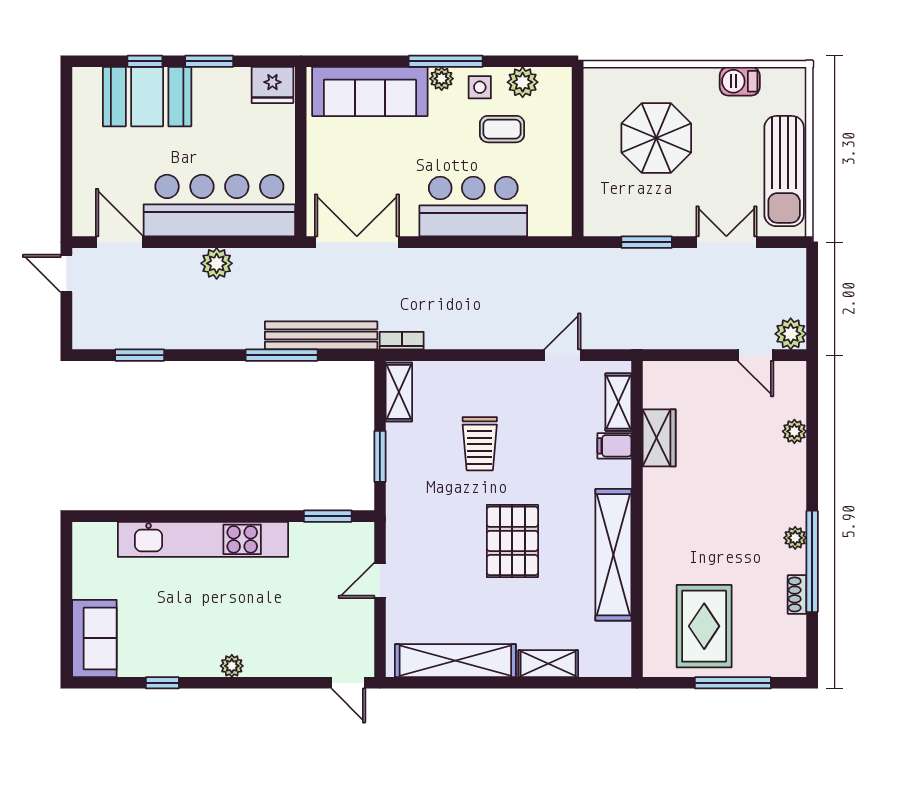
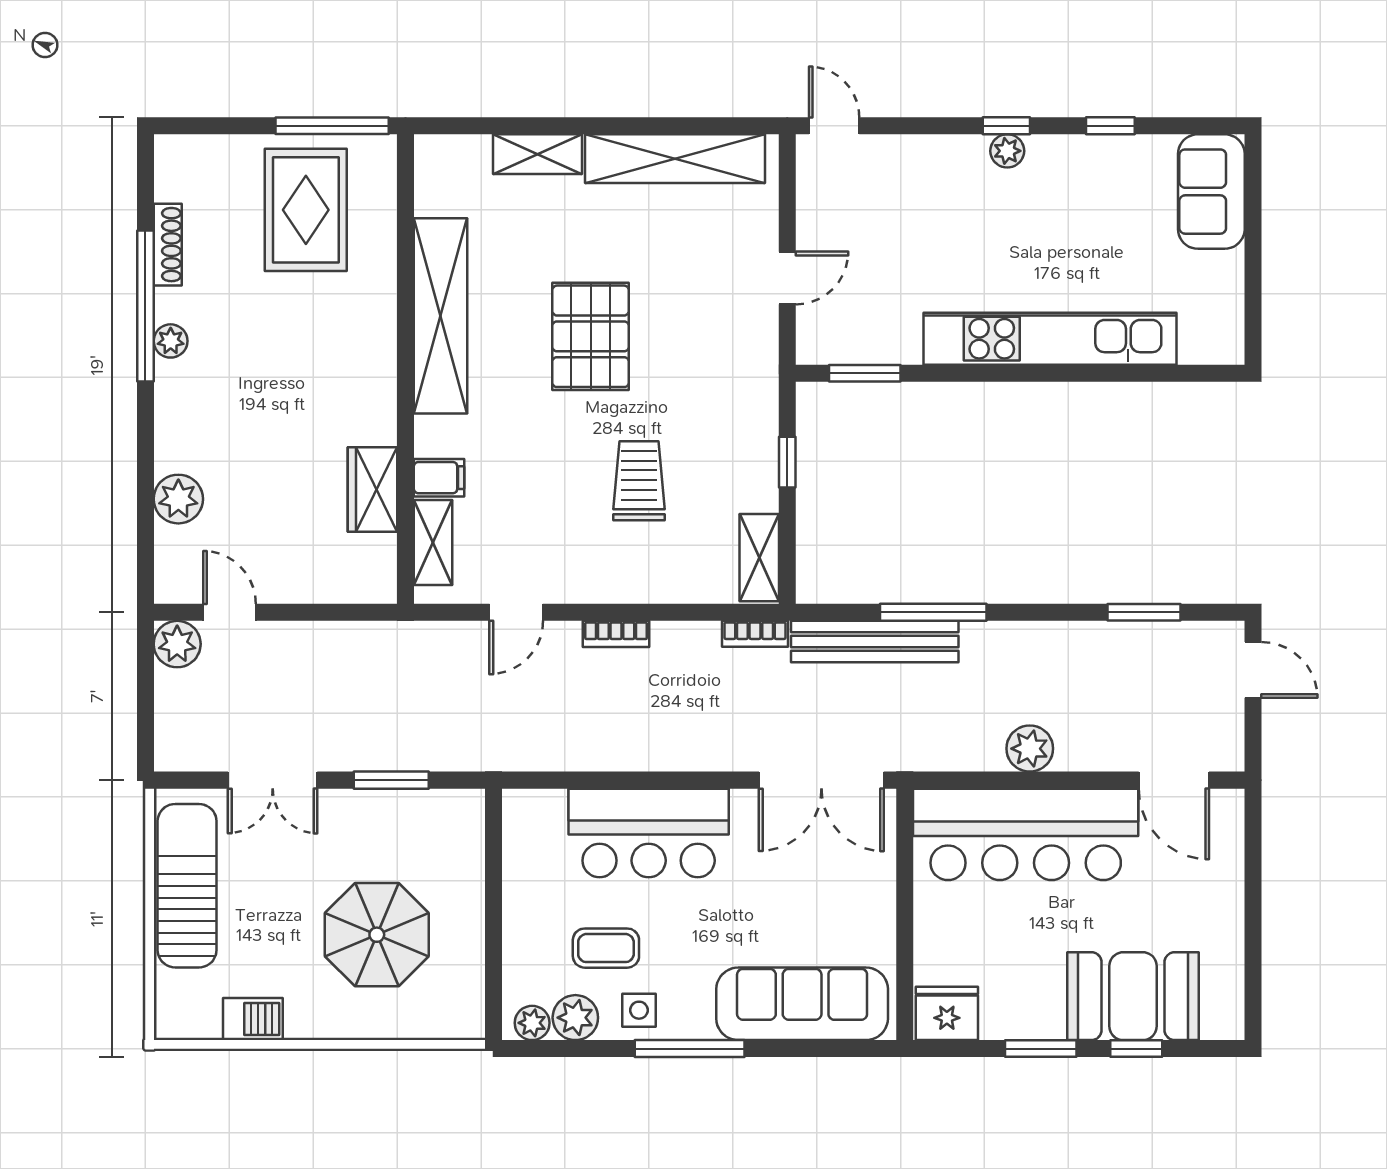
plant: (442, 79) -> (532, 1023), moved
door: (66, 274) -> (1253, 670), moved
bookcase: (495, 341) -> (616, 634), added
plant: (794, 431) -> (178, 499), width x1.38, depth x1.38
window: (380, 456) -> (787, 462), width x0.67
shoe rack: (797, 594) -> (168, 245), width x1.43
window: (232, 683) -> (1006, 126), added
window: (733, 683) -> (332, 126), moved

